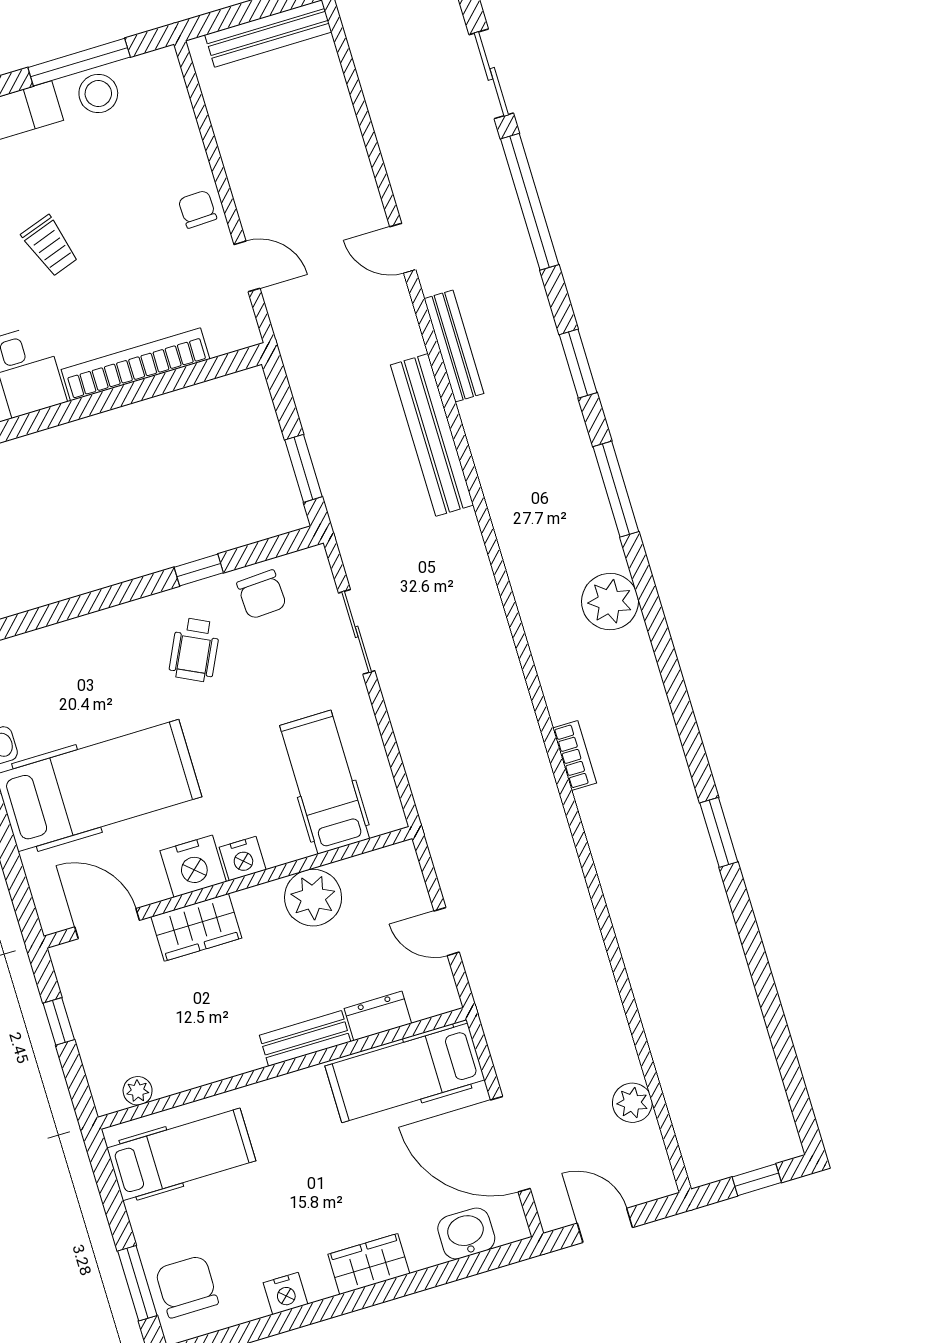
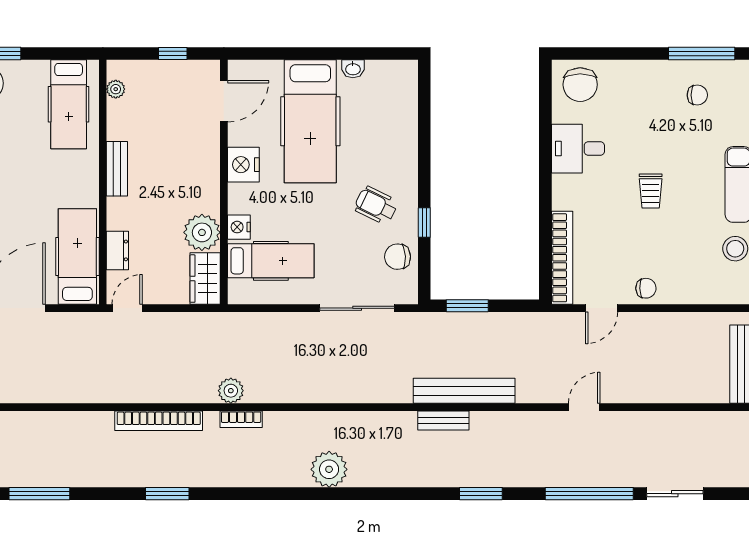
trolley: (50, 246) -> (651, 191), turned -71
bench: (454, 346) -> (443, 420), moved, width x0.73
bookcase: (135, 364) -> (562, 258), moved
window: (616, 489) -> (39, 494), moved
sliding door: (357, 632) -> (357, 308), width x1.37
nightstand: (243, 859) -> (239, 227), moved
bookcase: (614, 878) -> (159, 421), added
wardrobe: (196, 927) -> (205, 279), moved
door: (447, 932) -> (127, 308), moved
bench: (305, 1038) -> (117, 169), moved
plant: (632, 1103) -> (231, 391), moved

